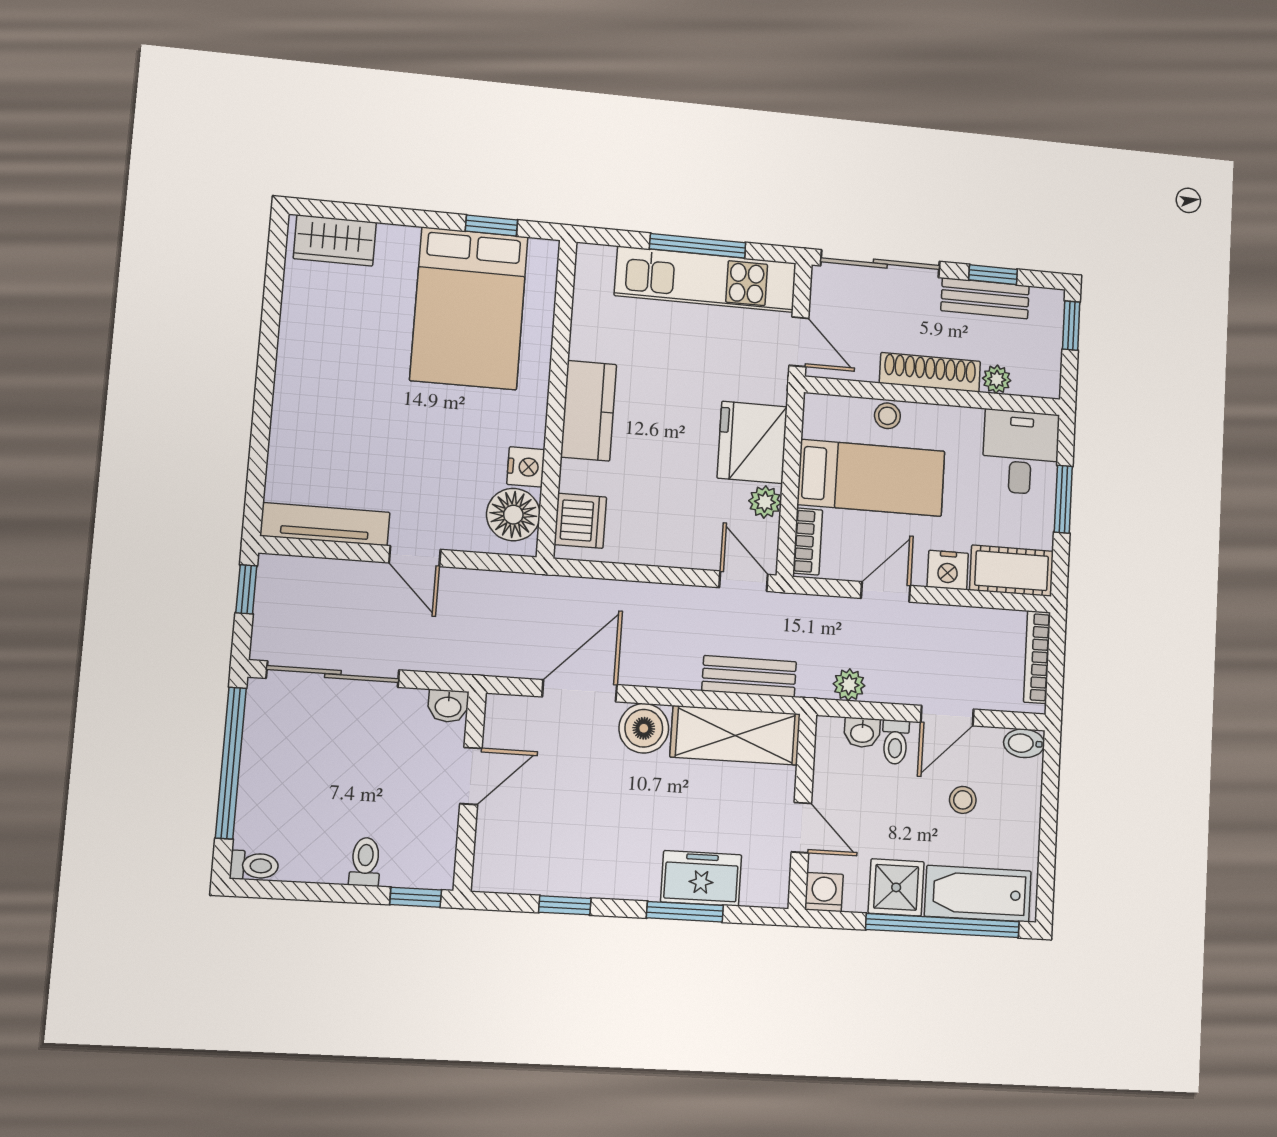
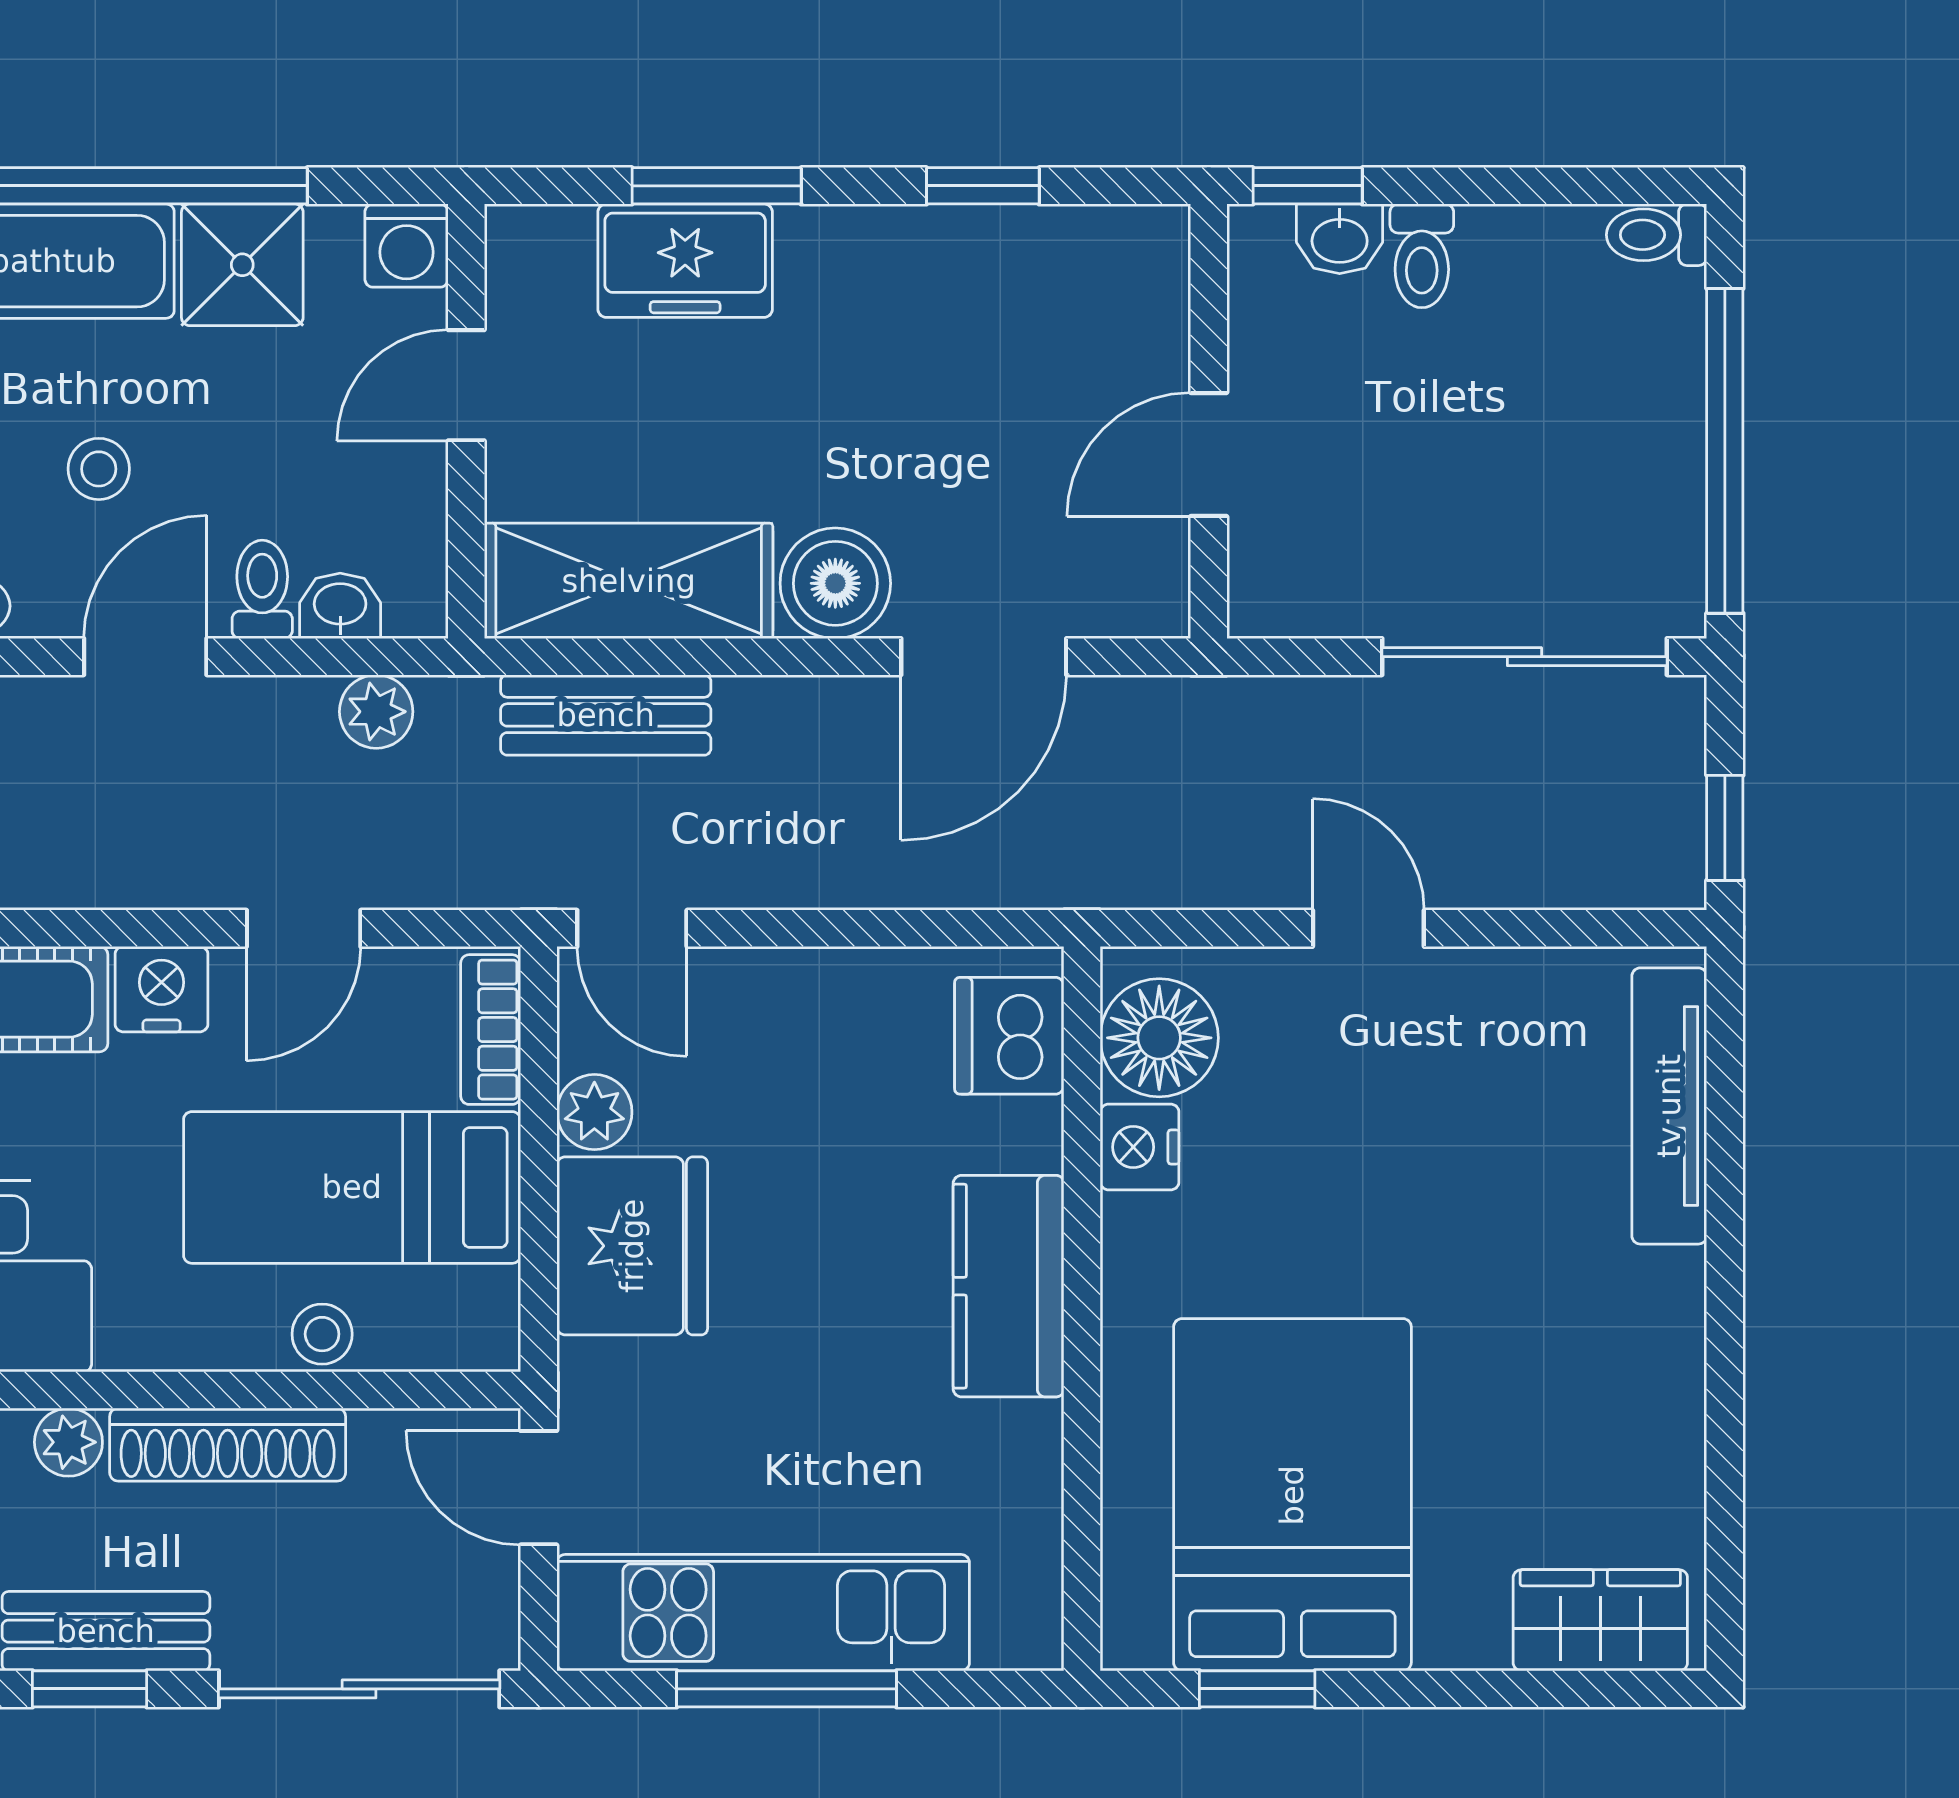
tv unit: (325, 524) -> (1669, 1106), moved, turned 90
washbasin: (448, 706) -> (1340, 239), moved, turned 180
door: (801, 828) -> (466, 385), hinge flipped

